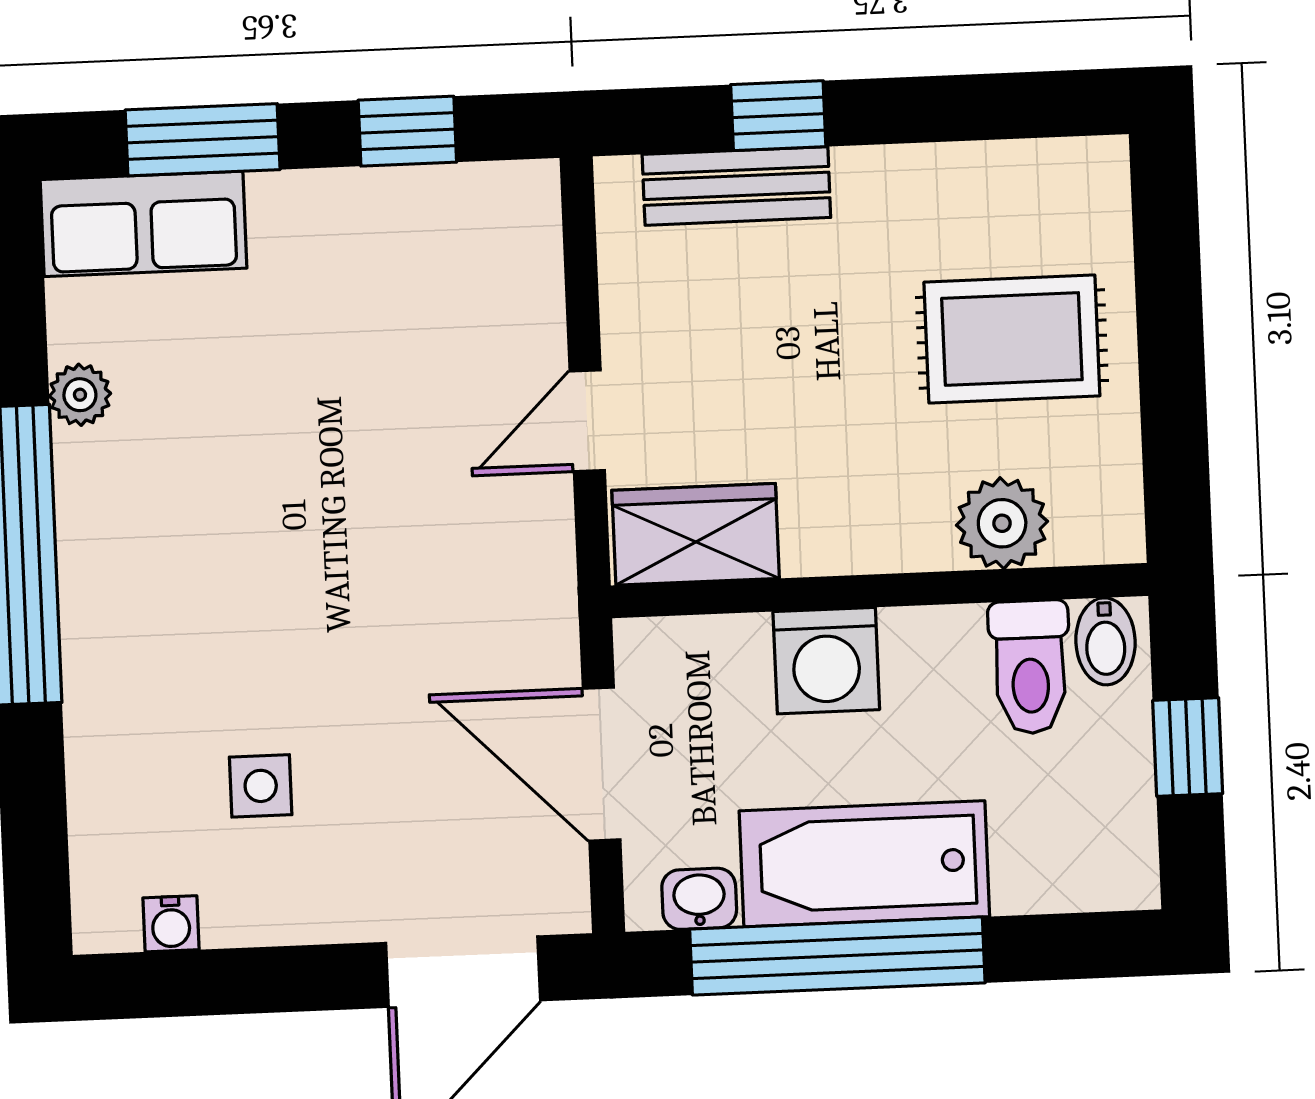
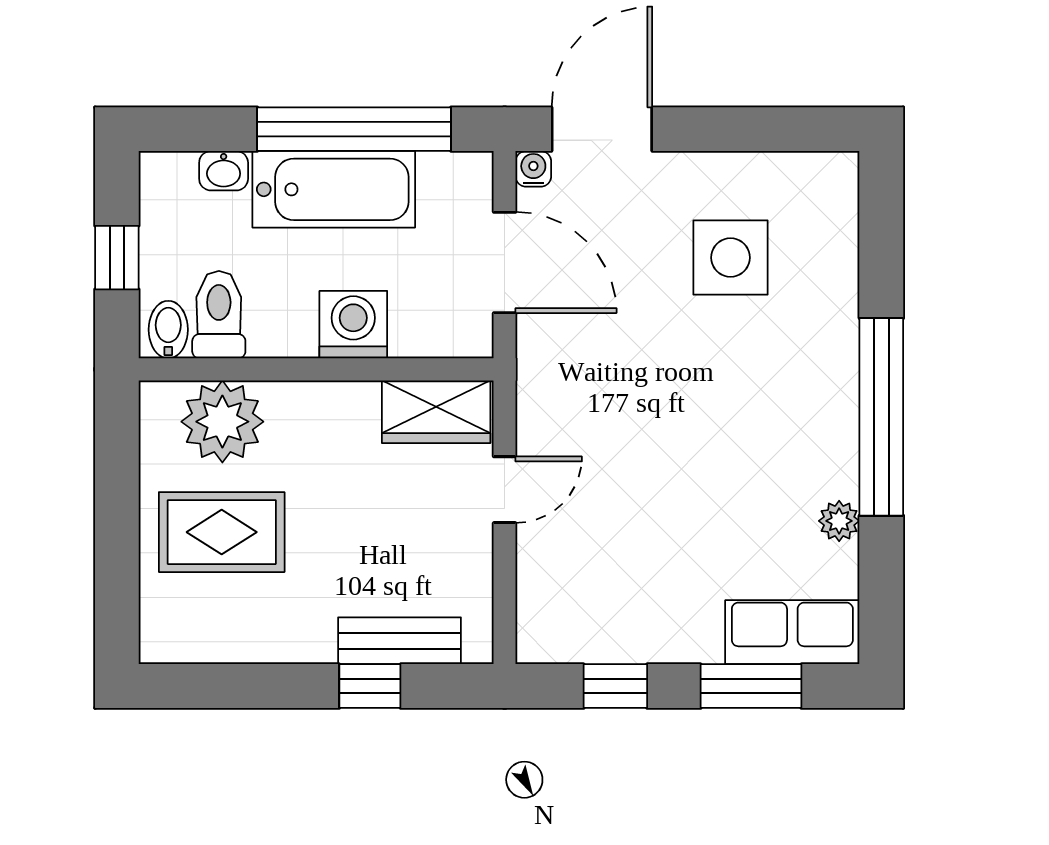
plant: (1002, 523) -> (222, 422), width x1.36, depth x1.36
side table: (261, 786) -> (730, 258), width x1.87, depth x1.87
washbasin: (699, 899) -> (224, 171), moved
water cooler: (171, 924) -> (533, 169), moved

